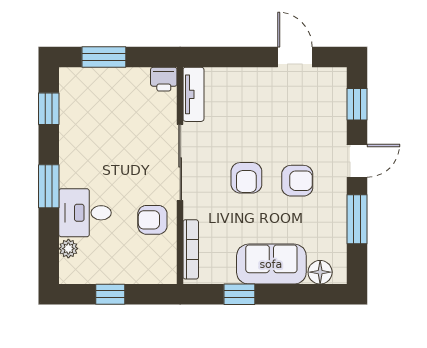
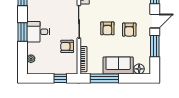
armchair: (297, 181) -> (129, 30), turned 90
desk: (85, 213) -> (38, 32), moved
window: (110, 294) -> (60, 78), moved
window: (239, 294) -> (104, 78), width x2.17

